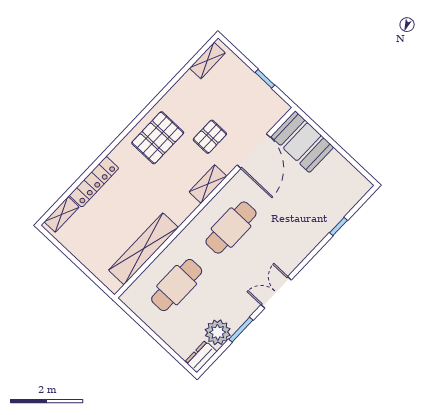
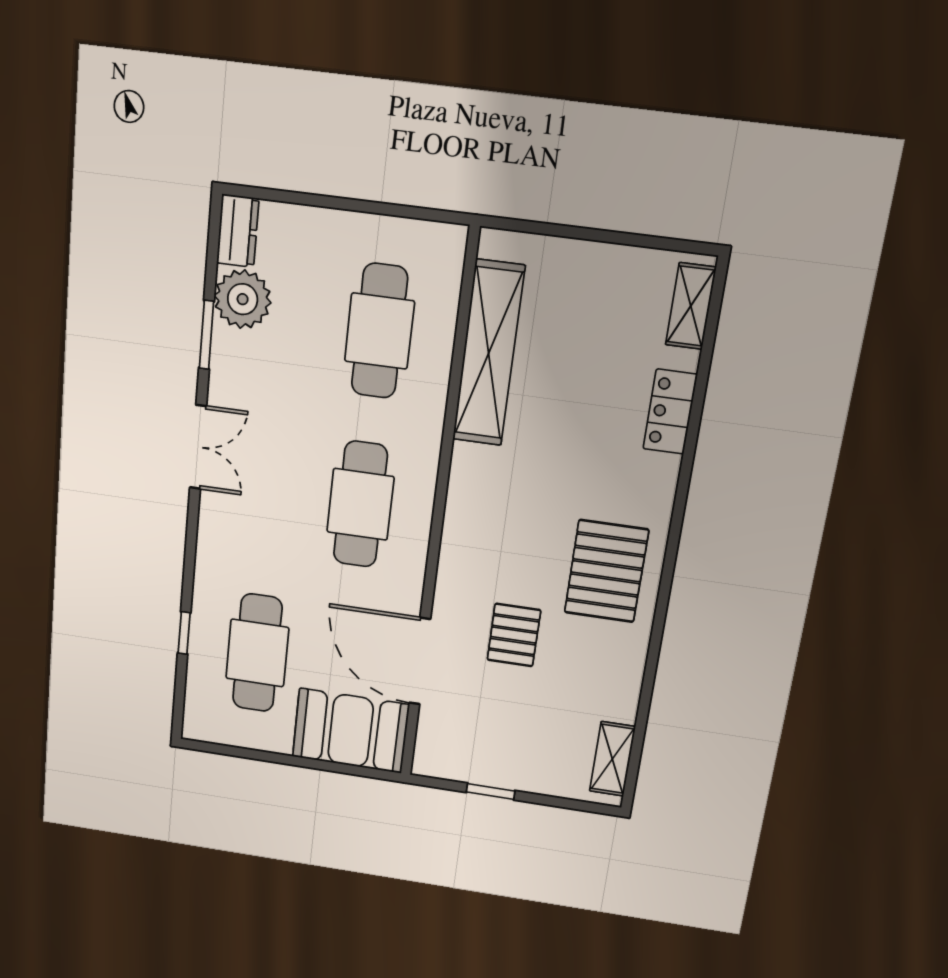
locker: (94, 182) -> (670, 412), width x0.66
shelving: (208, 184) -> (457, 552), removed
cafe table: (315, 198) -> (257, 653), added

